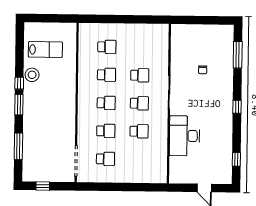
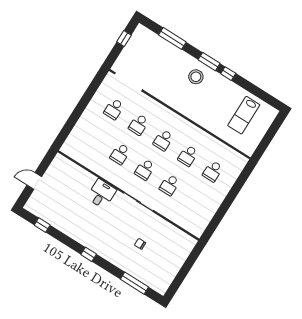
stool: (32, 75) -> (196, 77), moved
desk: (185, 136) -> (101, 194), width x0.53, depth x0.77

